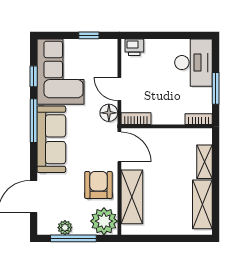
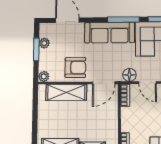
door: (119, 89) -> (147, 83), swing flipped
plant: (104, 221) -> (44, 76), width x0.53, depth x0.53
window: (73, 238) -> (36, 49), width x0.69

